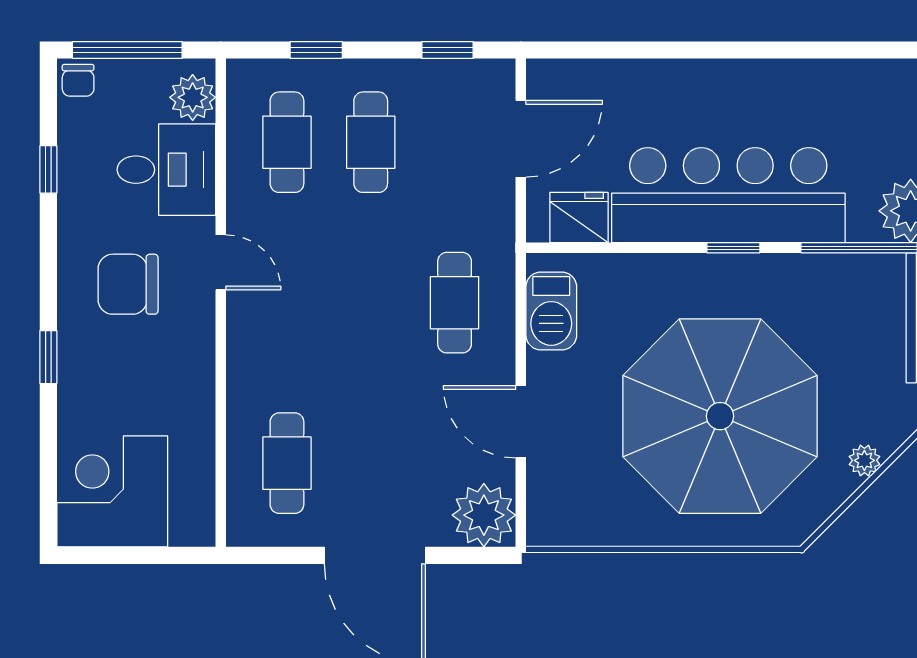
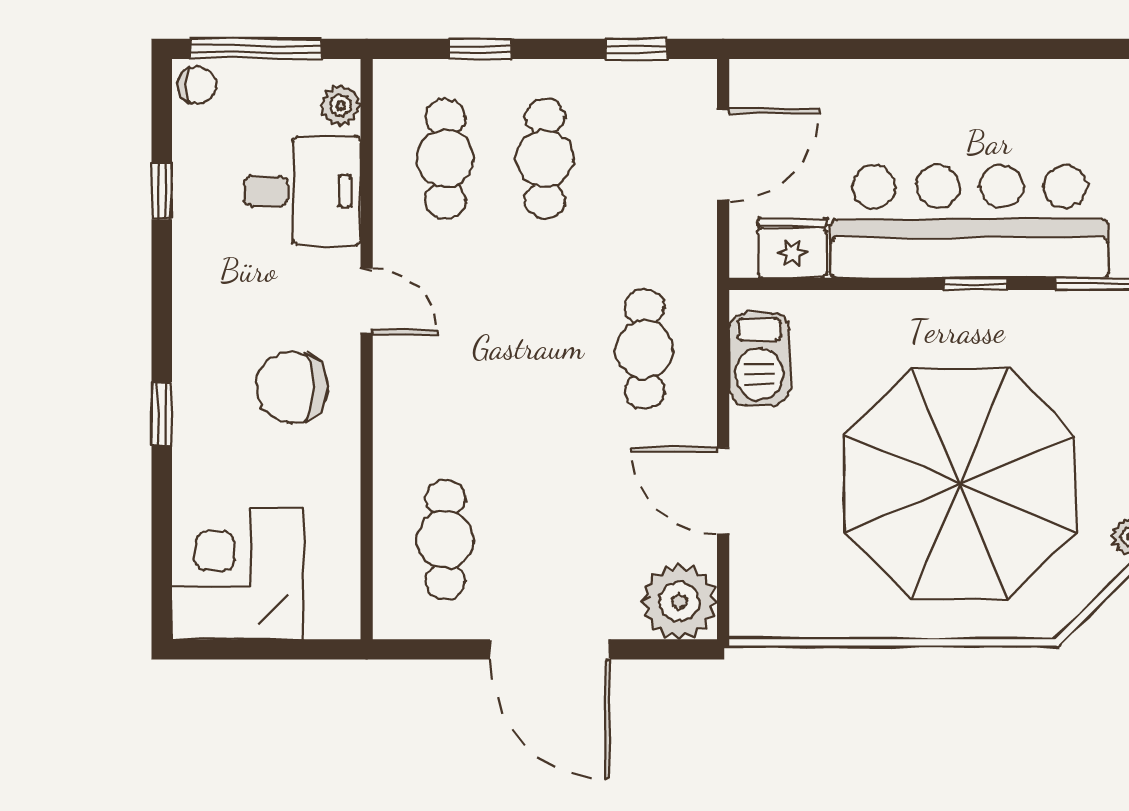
chair: (78, 80) -> (197, 85), turned -90
plant: (193, 97) -> (341, 105), width x0.73, depth x0.73
chair: (128, 284) -> (292, 387), moved

